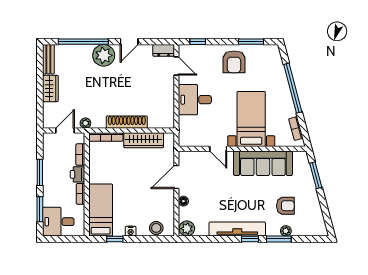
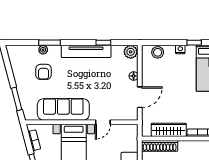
shoe rack: (127, 122) -> (160, 146), moved
door: (218, 149) -> (103, 122), swing flipped
armchair: (285, 206) -> (44, 72), turned -90
window: (250, 239) -> (103, 43), moved

